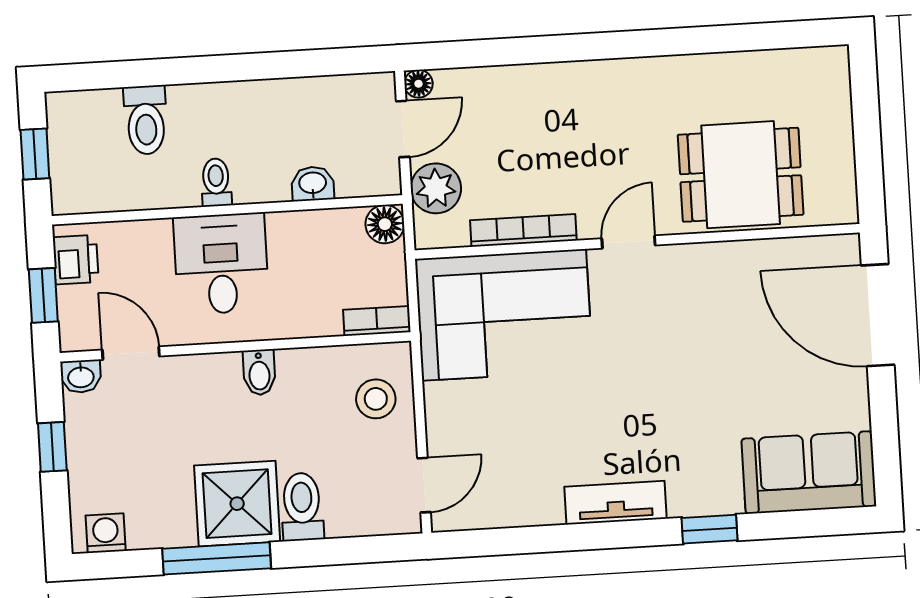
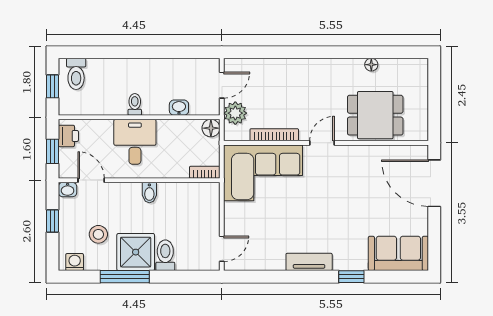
floor lamp: (419, 84) -> (371, 65), moved
toilet: (146, 120) -> (76, 74), moved
stool: (376, 399) -> (98, 234), moved

